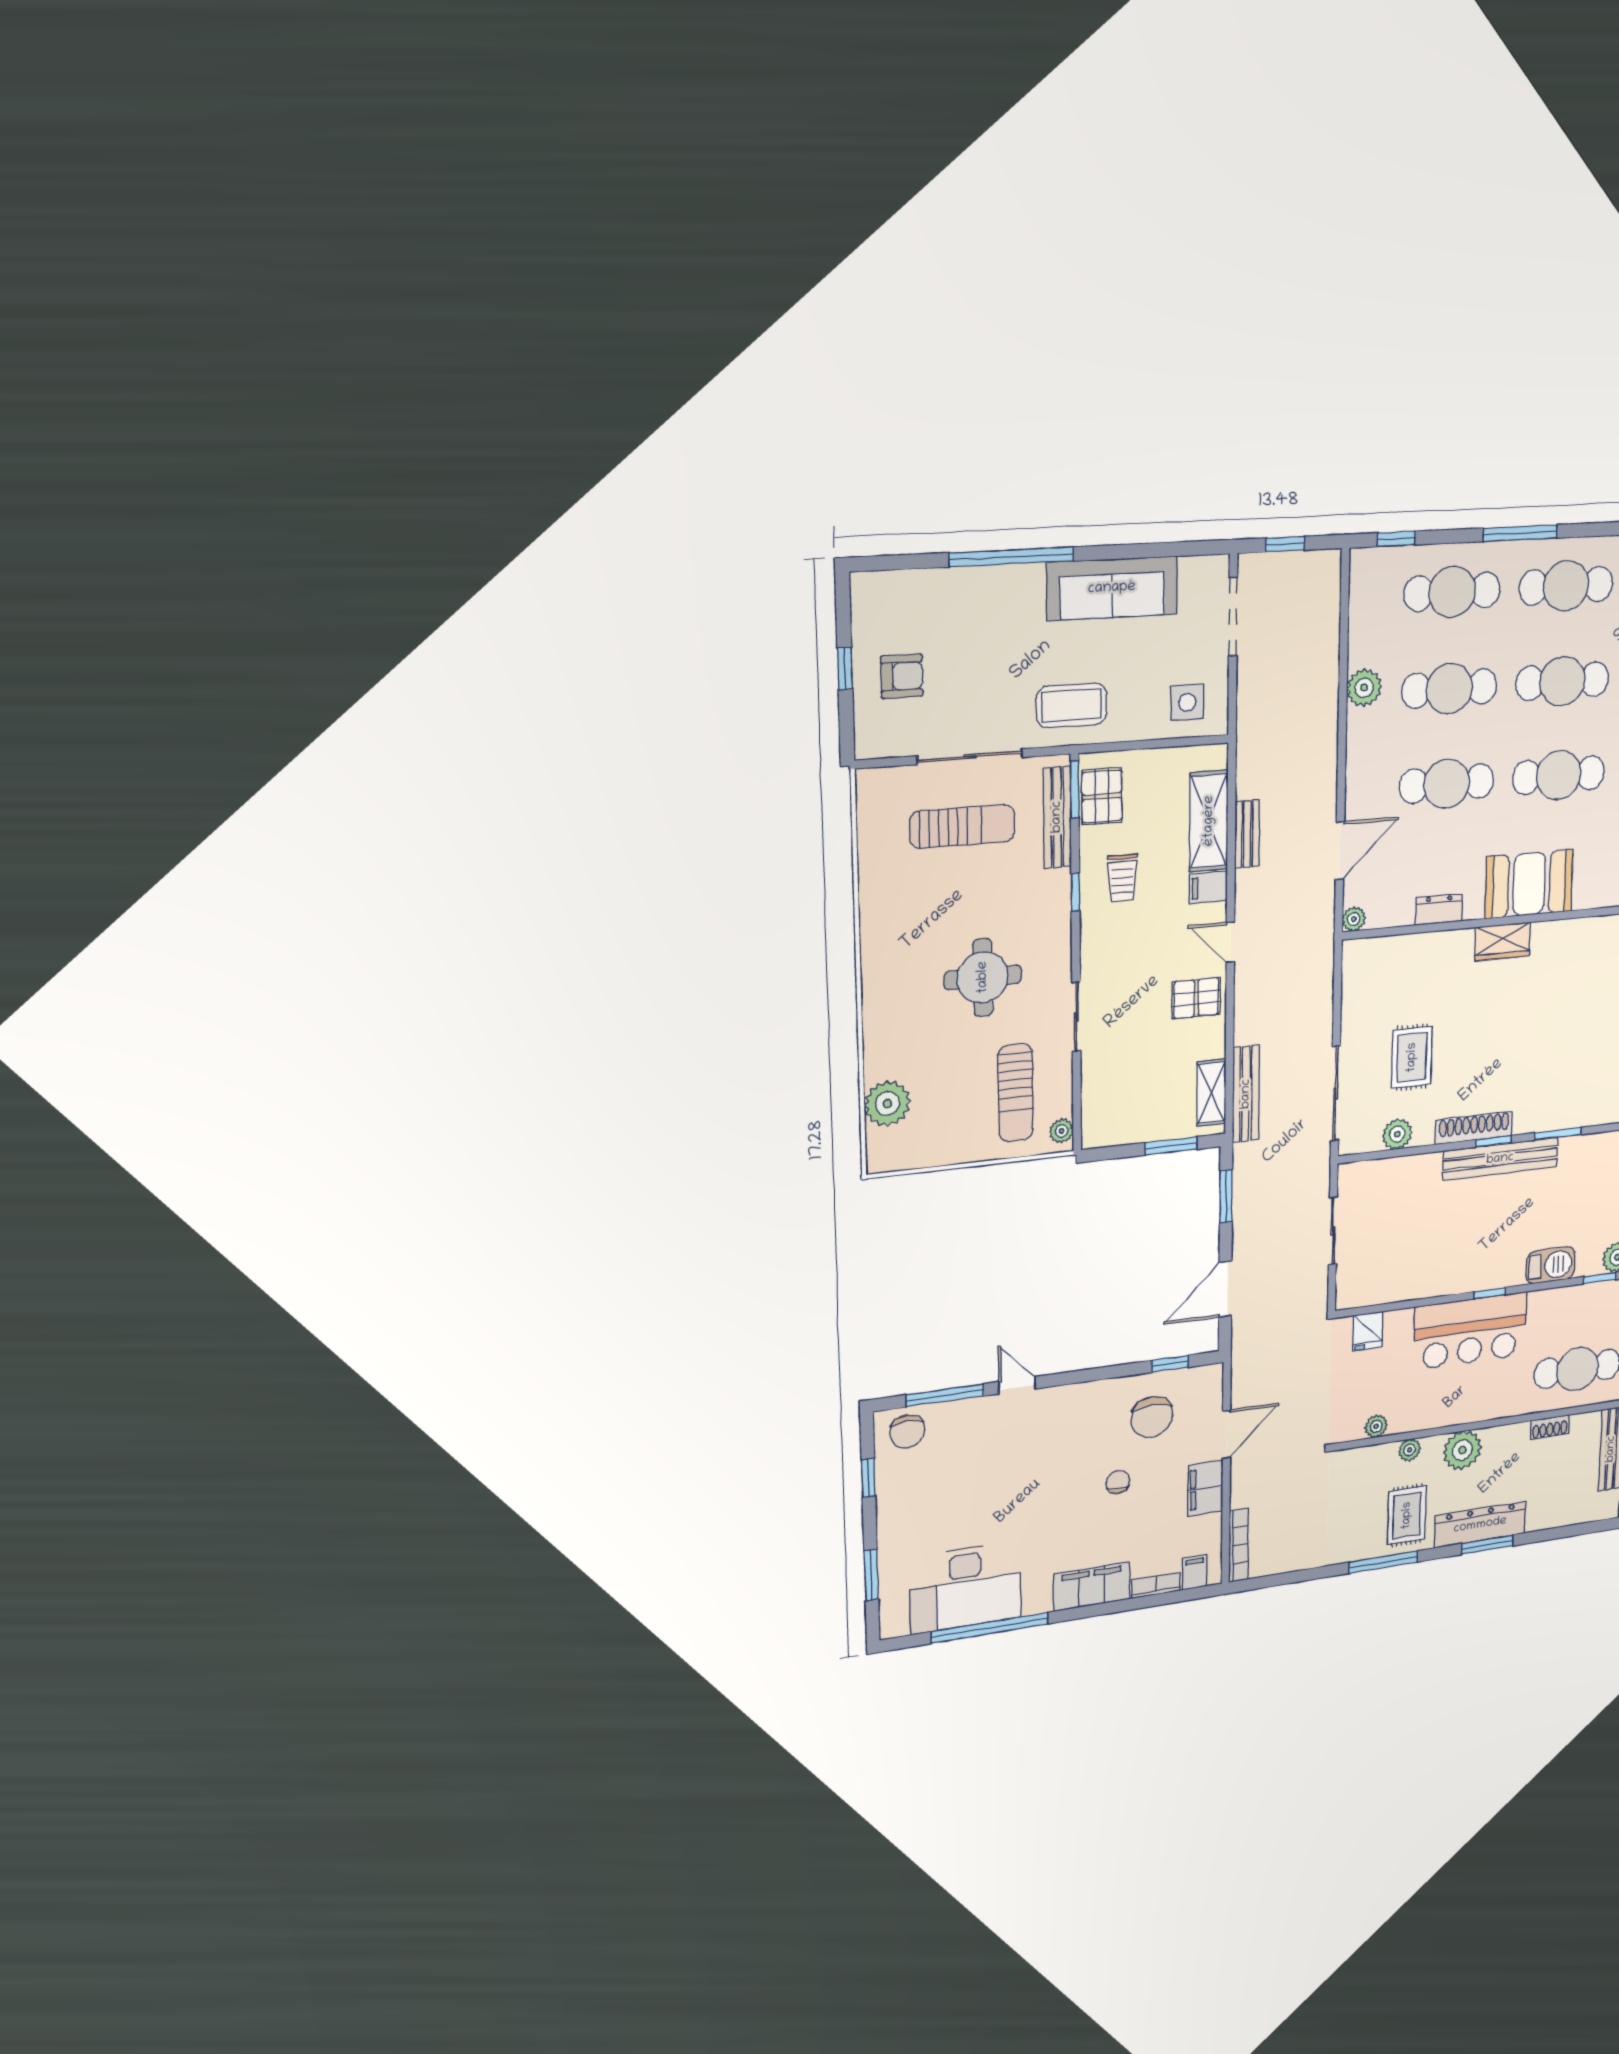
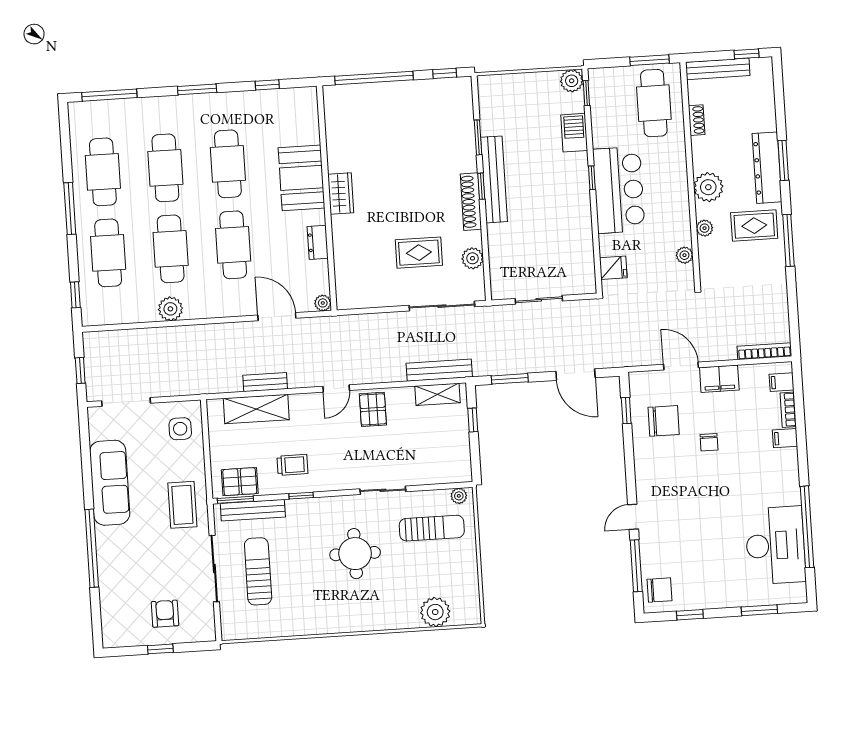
filing cabinet: (1208, 888) -> (300, 406), removed
window: (1171, 1146) -> (473, 420), width x0.67
chair: (1118, 1482) -> (709, 442), turned -90
filing cabinet: (1092, 1586) -> (785, 438), width x0.33, depth x0.86

